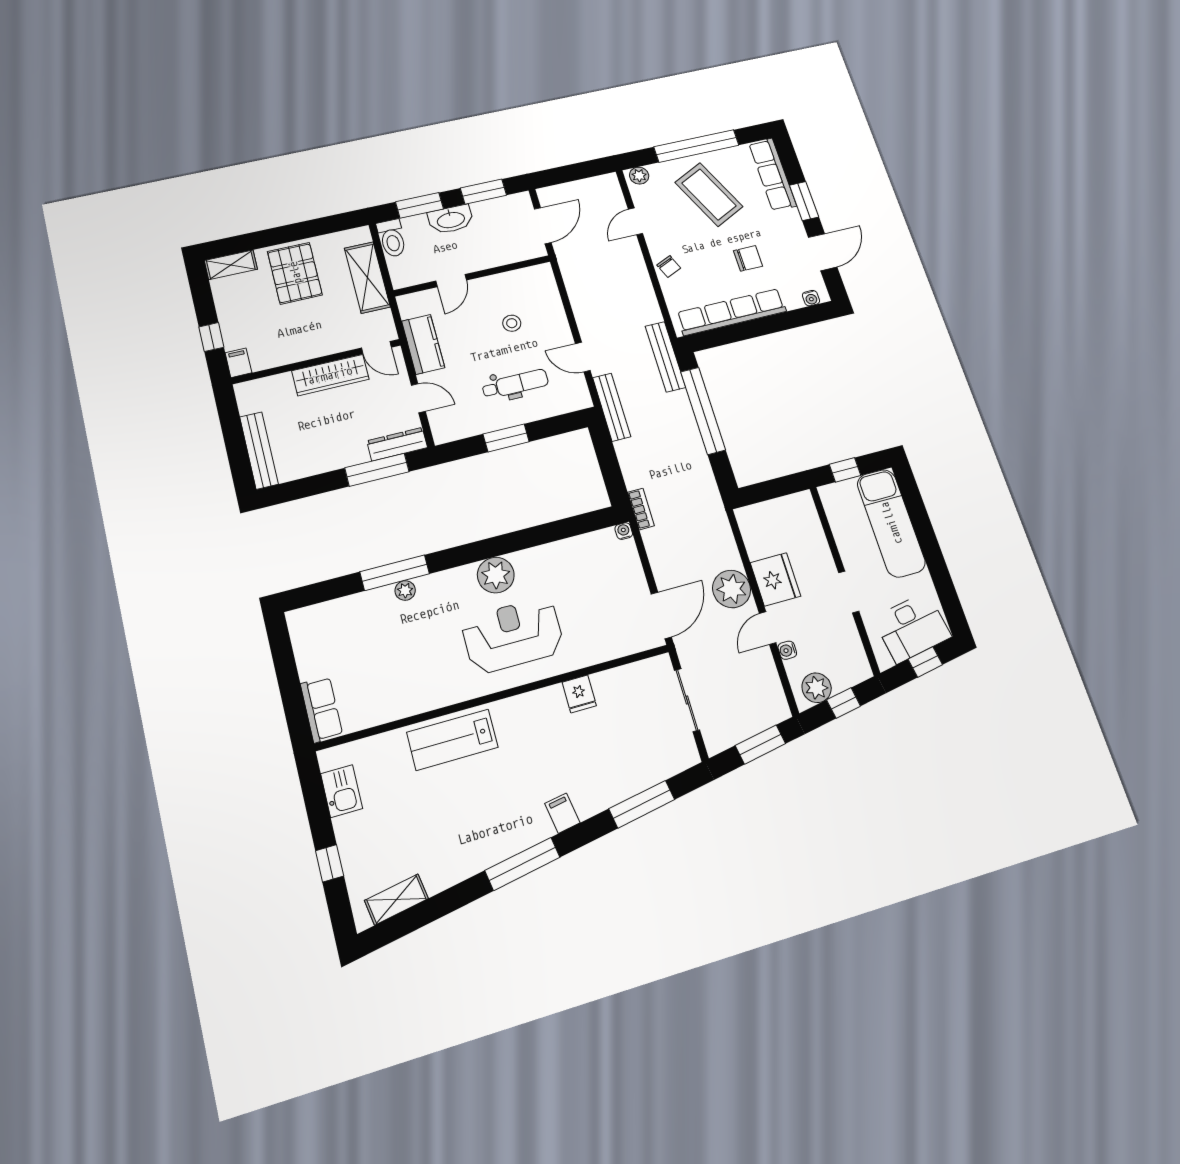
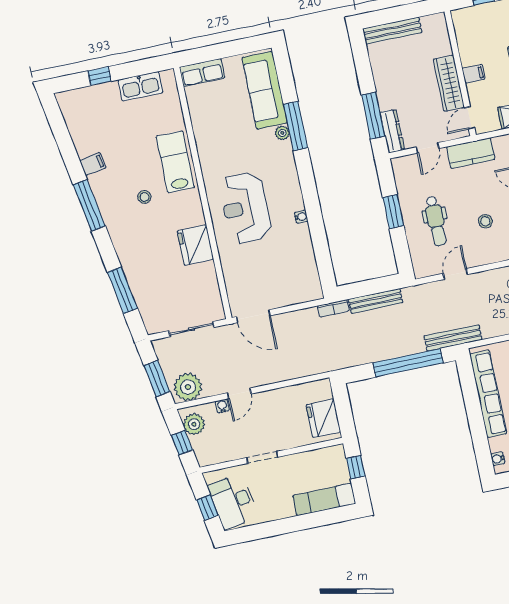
filing cabinet: (238, 363) -> (474, 74), moved
bench: (612, 407) -> (376, 301), moved
exam couch: (891, 523) -> (324, 500), width x0.73, depth x0.69
water cooler: (624, 531) -> (301, 217), moved
plant: (496, 575) -> (290, 198), removed
fridge: (775, 579) -> (323, 418), moved, turned 90
plant: (732, 589) -> (188, 387), moved
sofa: (345, 618) -> (265, 90), added
door: (768, 628) -> (239, 393), swing flipped
reception desk: (513, 635) -> (245, 208), turned 180
fridge: (579, 694) -> (195, 245), width x1.88, depth x1.34
stool: (506, 782) -> (144, 197), added
kitchen sink: (342, 791) -> (140, 86), width x1.38
filing cabinet: (562, 813) -> (93, 164), moved
shelving: (396, 899) -> (73, 120), removed

